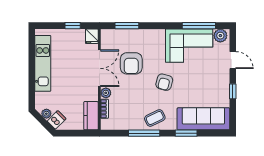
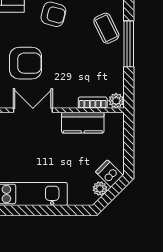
double door: (99, 68) -> (33, 110), width x0.73
plant: (106, 93) -> (116, 101), moved
kitchen counter: (91, 116) -> (83, 123), moved

